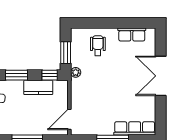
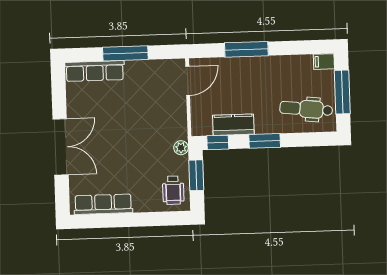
row of seats: (132, 34) -> (103, 204), width x1.48
wheelchair: (98, 46) -> (173, 190), moved

